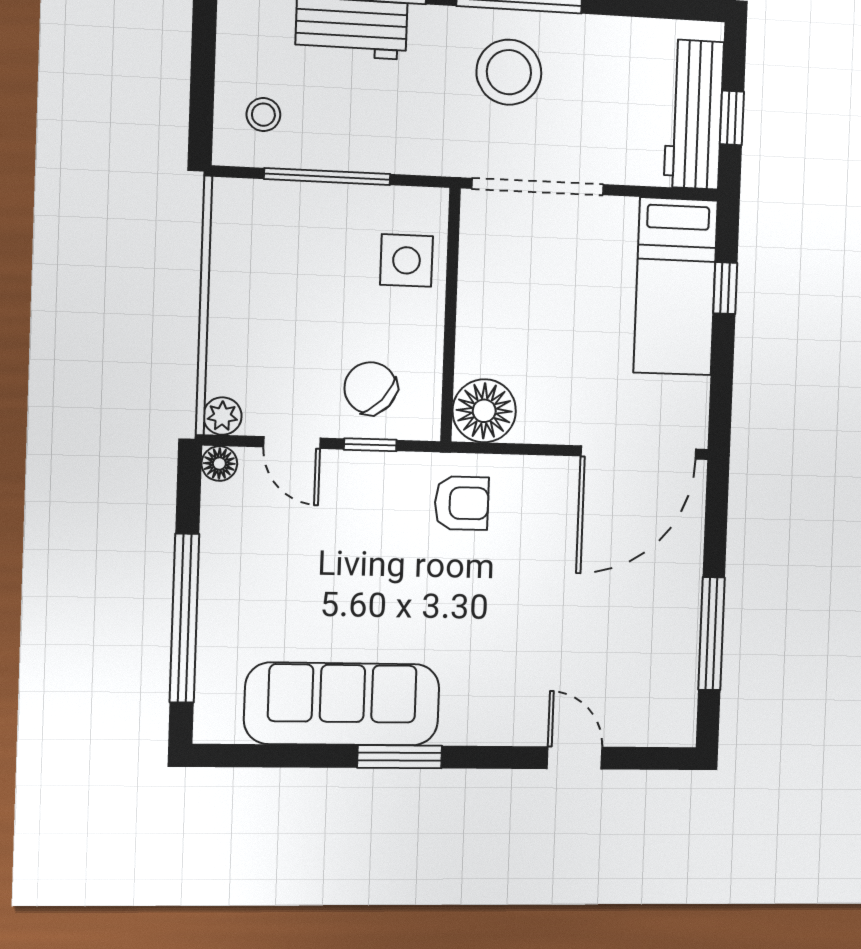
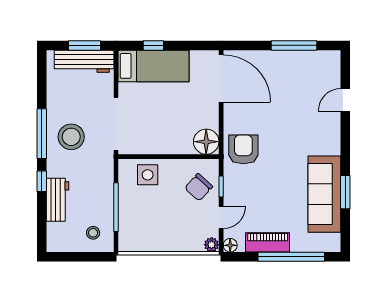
window: (732, 118) -> (85, 45), width x1.50
armchair: (462, 503) -> (243, 149), width x1.38, depth x1.38
piano: (224, 559) -> (268, 242), added
window: (400, 757) -> (345, 192), moved

